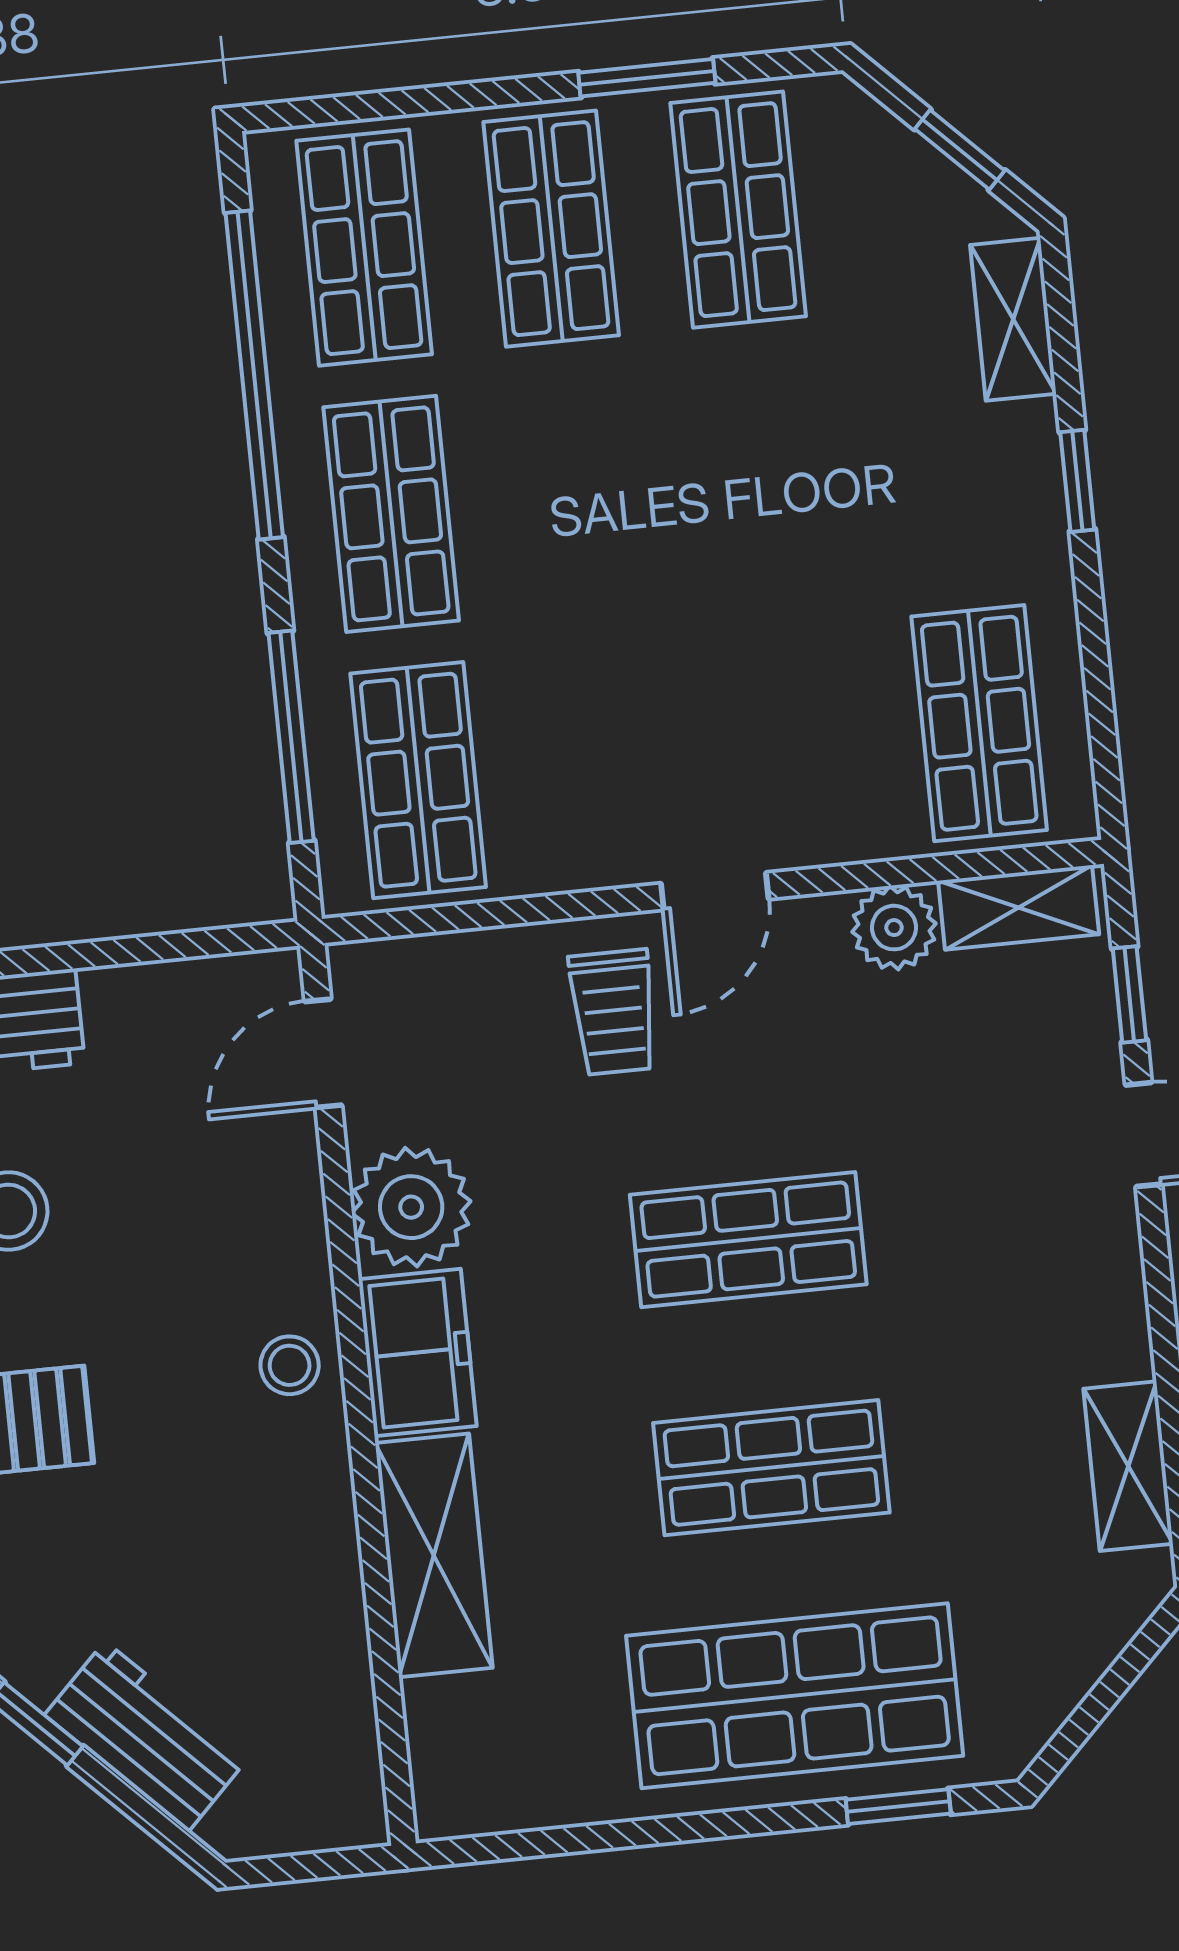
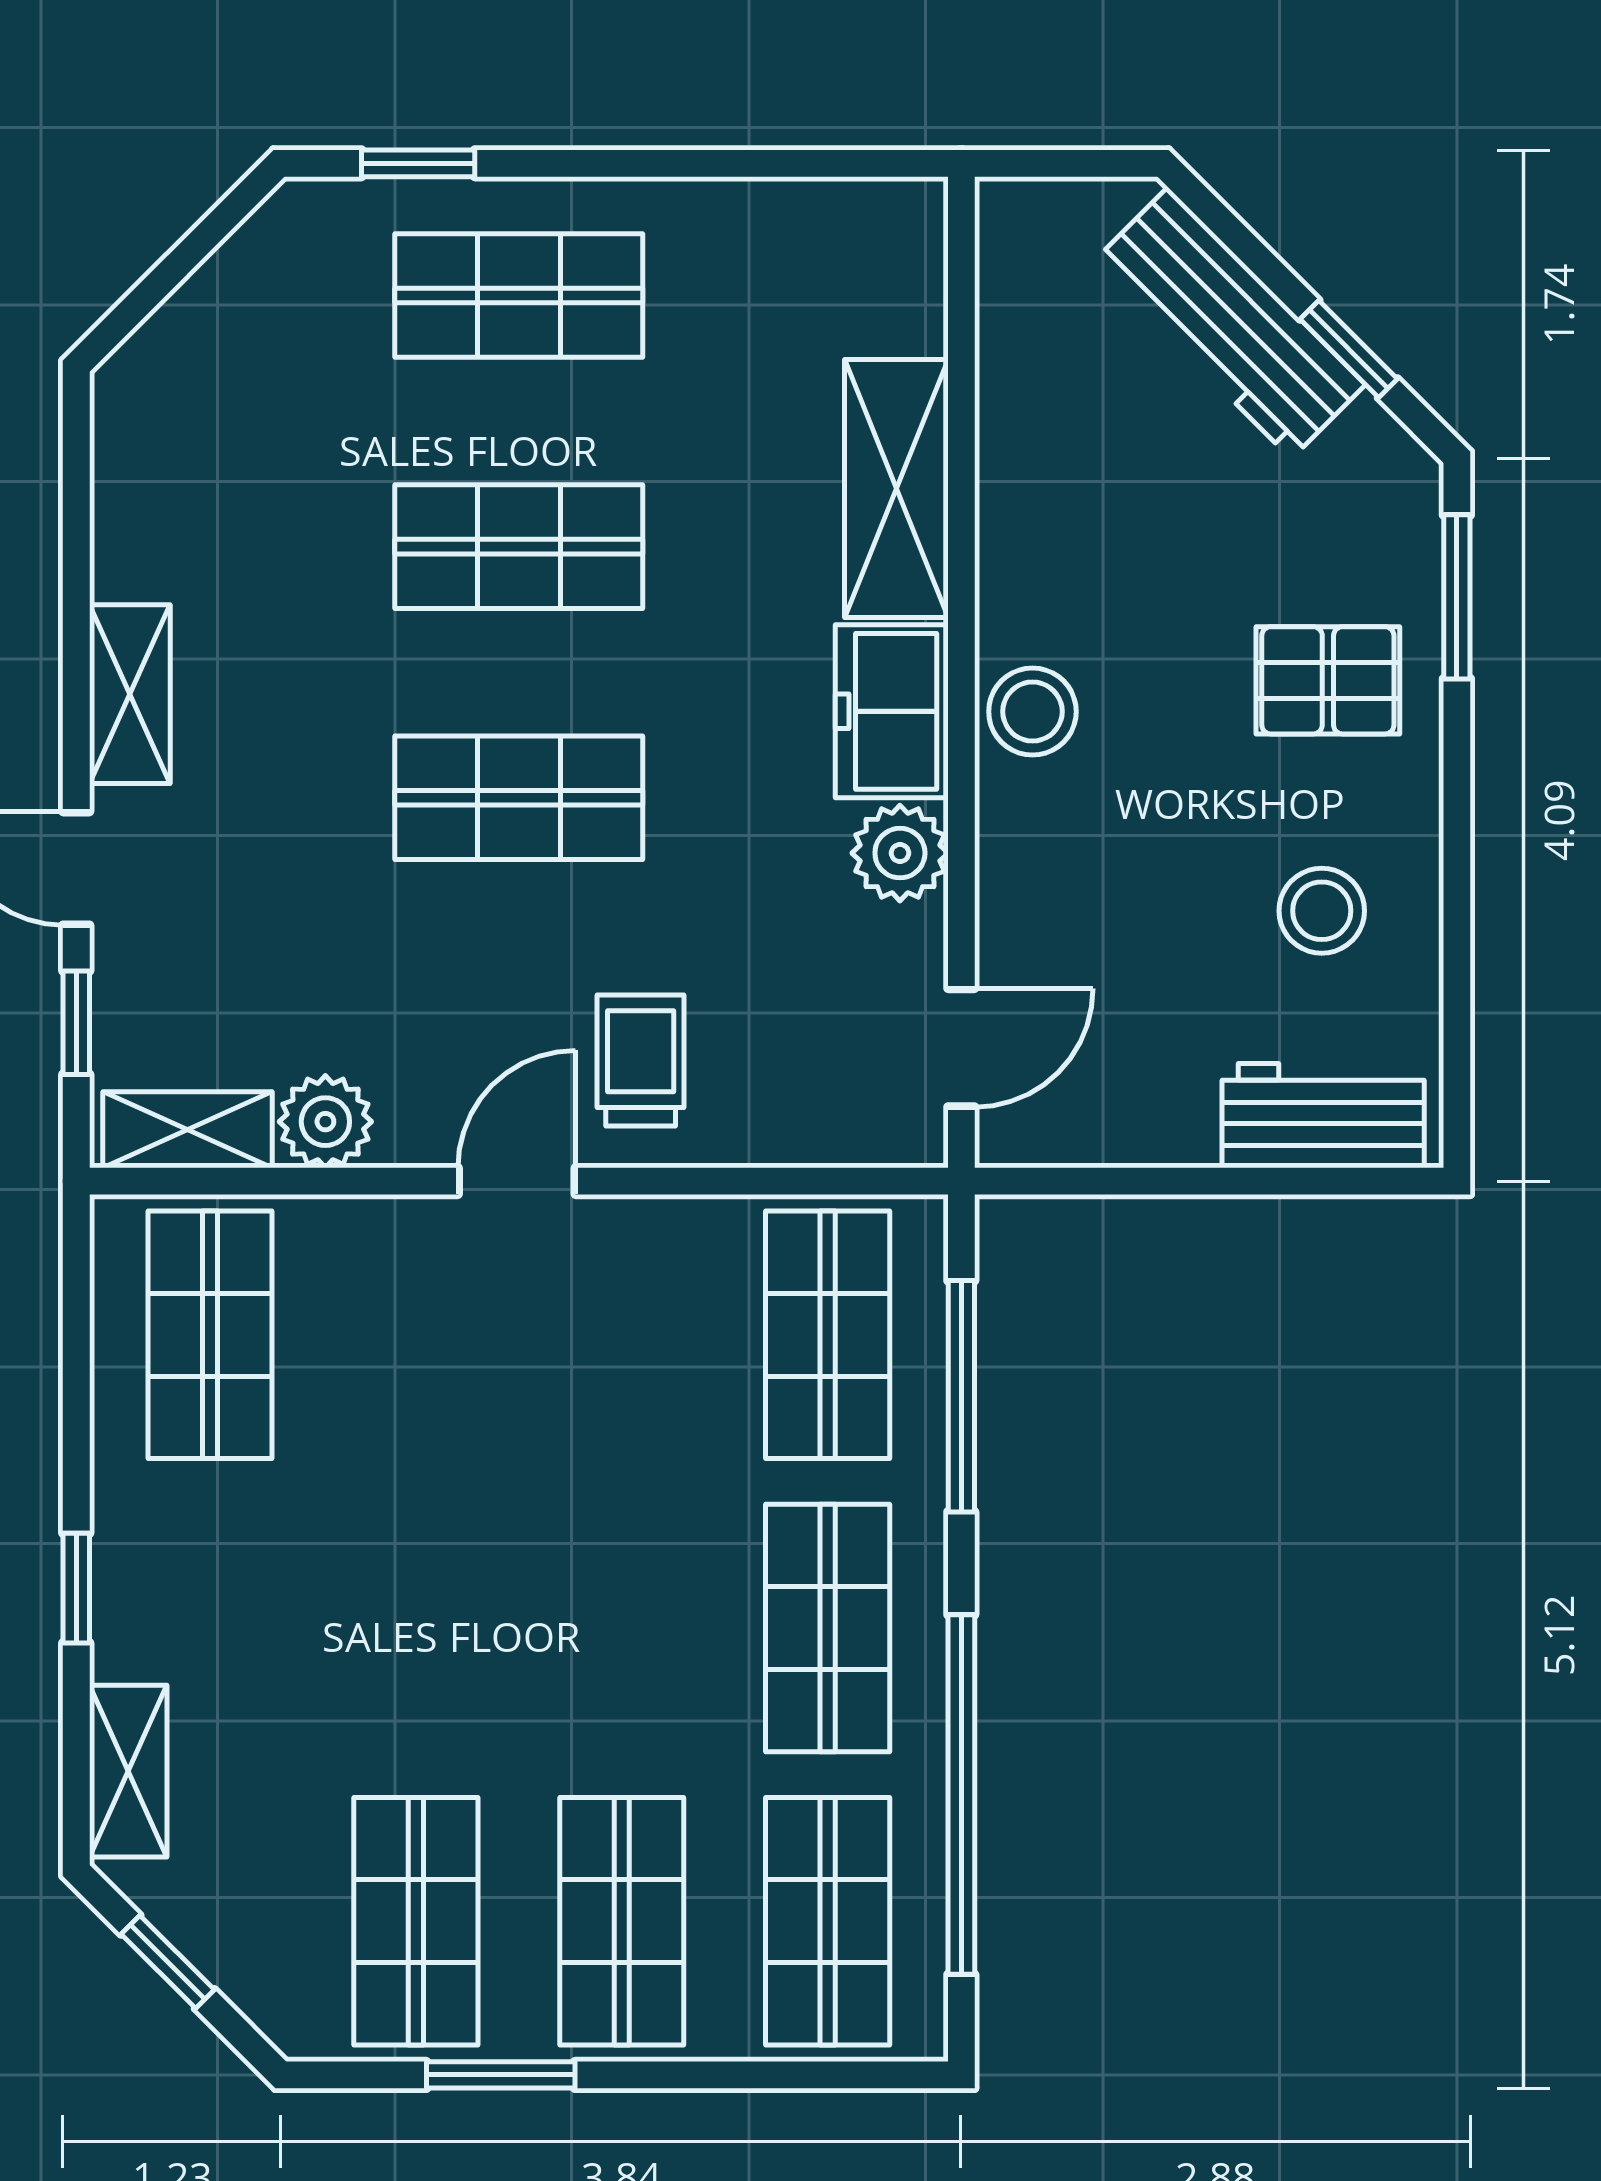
plant: (411, 1207) -> (900, 853), width x0.73, depth x0.73
stool: (290, 1365) -> (1032, 712), width x1.37, depth x1.37
shelving: (1128, 1466) -> (130, 694), moved
shop shelf: (795, 1696) -> (519, 296), width x0.70, depth x0.74
workbench: (146, 1736) -> (1230, 323), width x1.38

